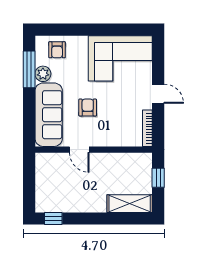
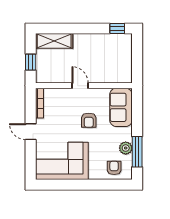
sofa: (49, 115) -> (121, 107), width x0.73
door: (79, 150) -> (80, 86), moved

